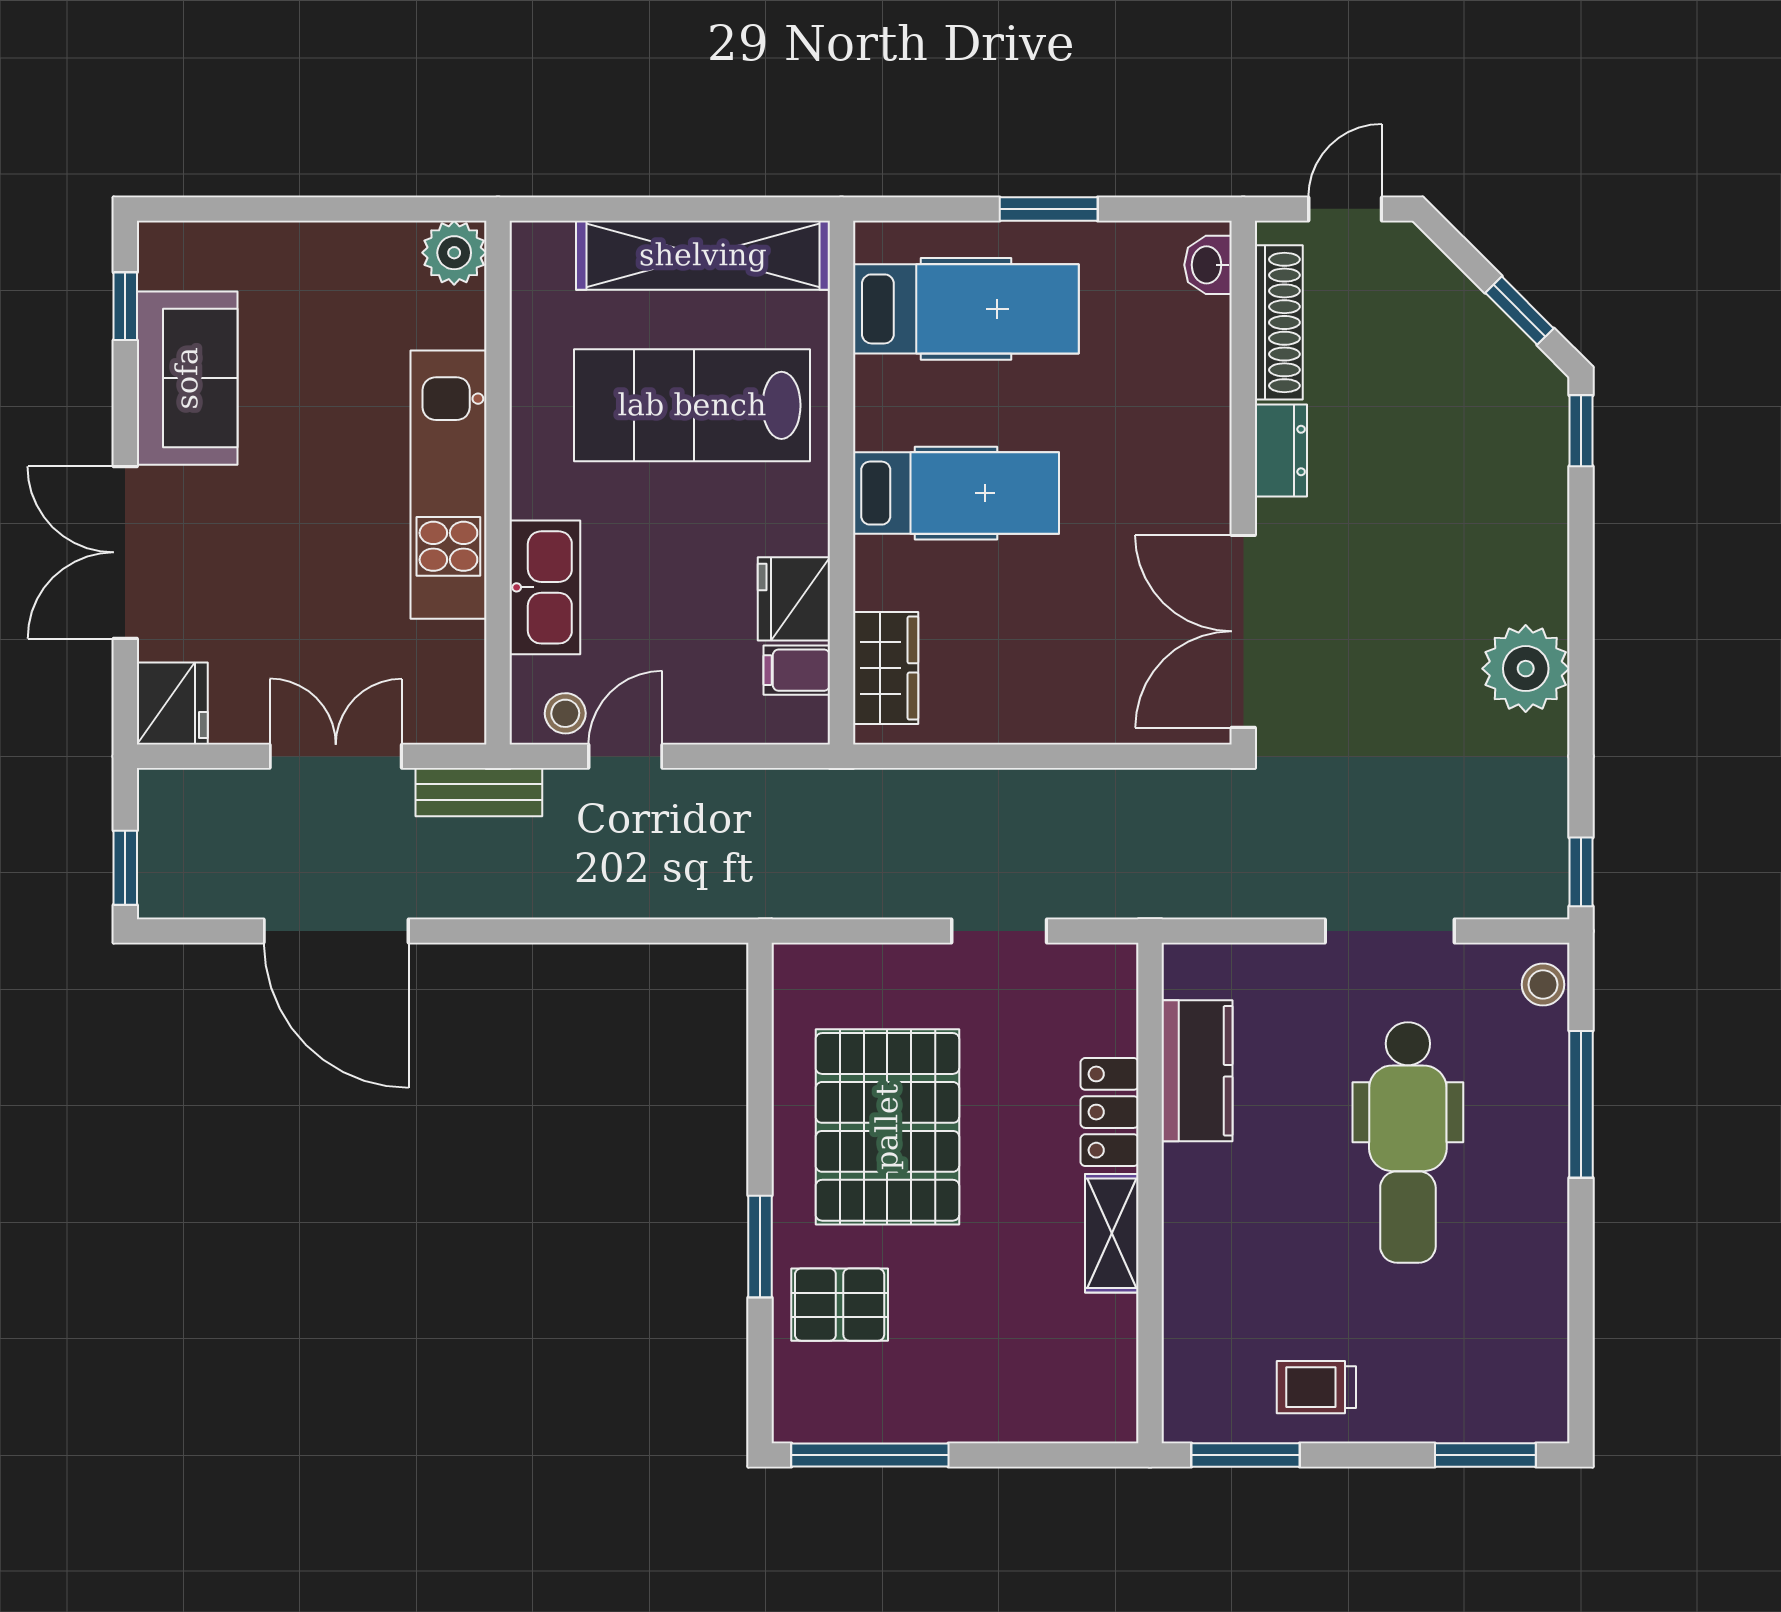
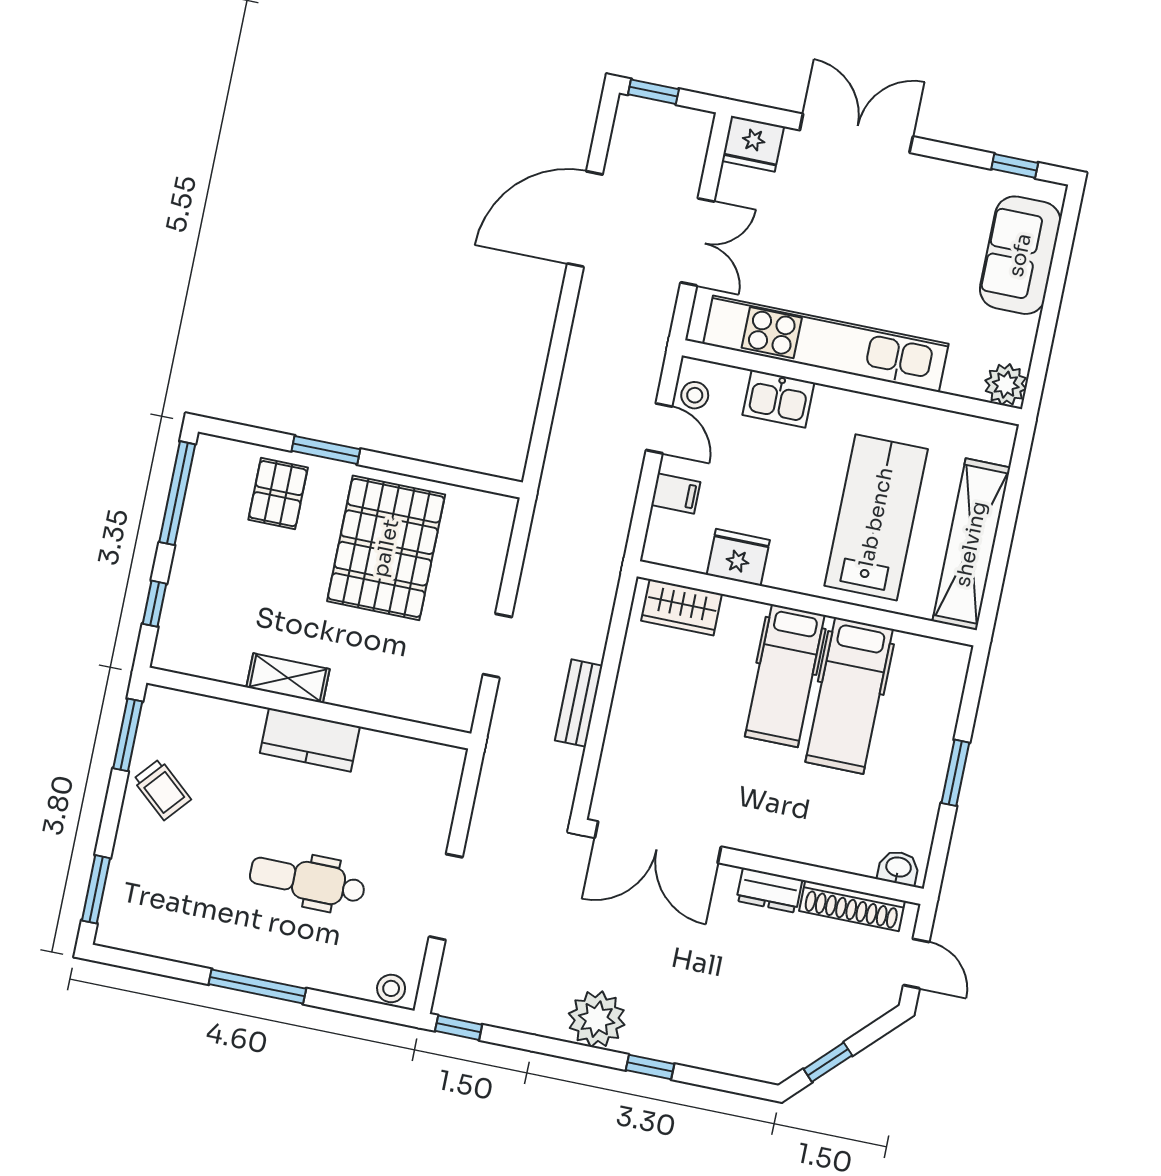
hospital bed: (966, 309) -> (849, 696), moved
sofa: (187, 378) -> (1020, 255), moved, turned 90
window: (1581, 431) -> (650, 1067), moved
kitchen unit: (448, 485) -> (826, 344), width x1.36
kitchen sink: (545, 587) -> (778, 399), width x0.73
double door: (1243, 631) -> (658, 842), swing flipped
filing cabinet: (797, 670) -> (676, 493), moved, turned 90
bench: (479, 792) -> (579, 703), moved
kitchen counter: (1197, 1071) -> (310, 740), moved
window: (1581, 1104) -> (257, 986), moved
locker: (1110, 1112) -> (366, 693), removed
pallet: (887, 1127) -> (386, 548), turned 90
dental chair: (1408, 1142) -> (307, 881), width x0.73, depth x0.72
trolley: (1316, 1387) -> (162, 789), turned 131
window: (1042, 1455) -> (155, 604), added

